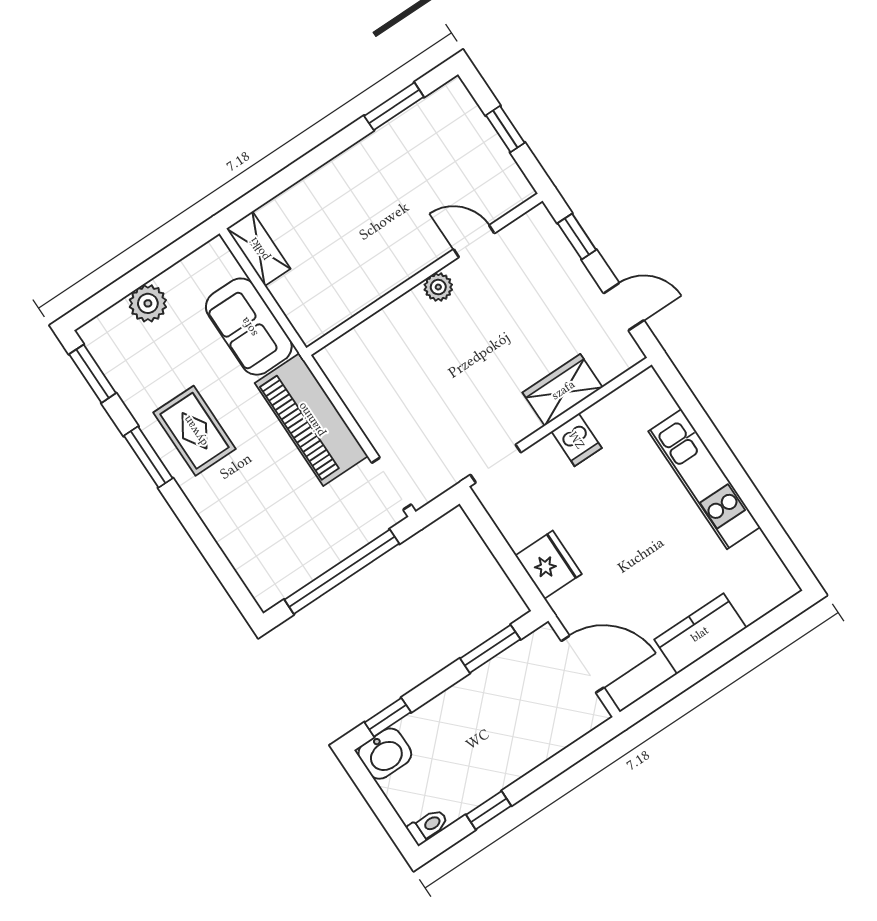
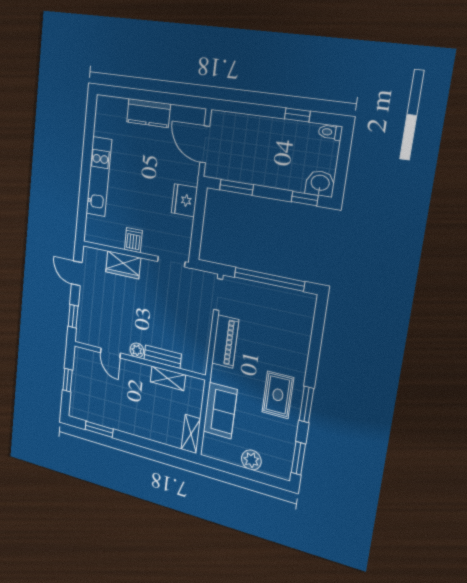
shelving: (360, 294) -> (168, 378), added
bench: (393, 317) -> (163, 357), added
piano: (311, 420) -> (225, 341), width x0.73, depth x0.75

